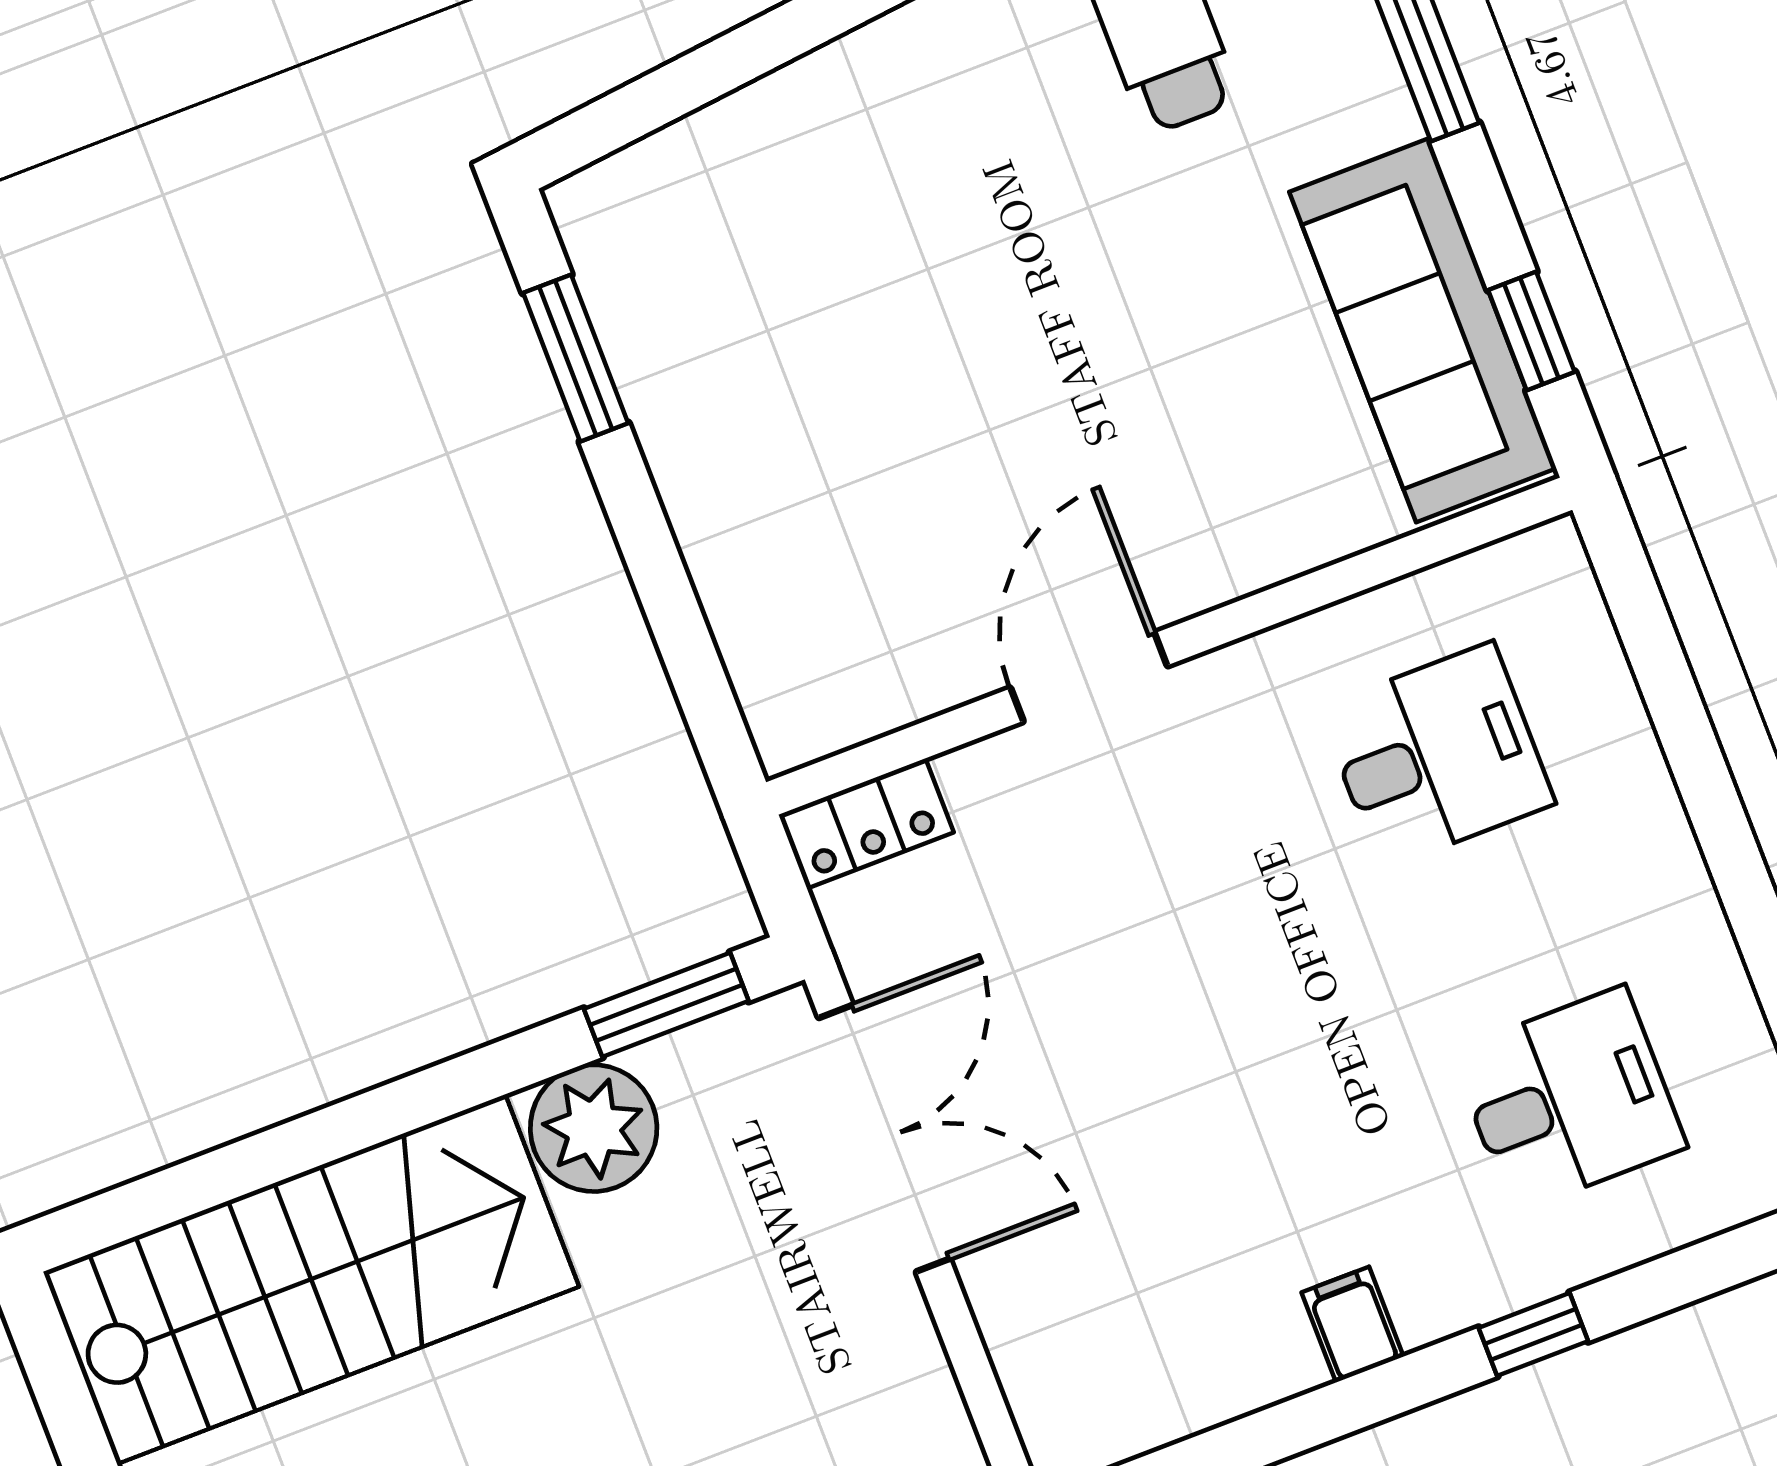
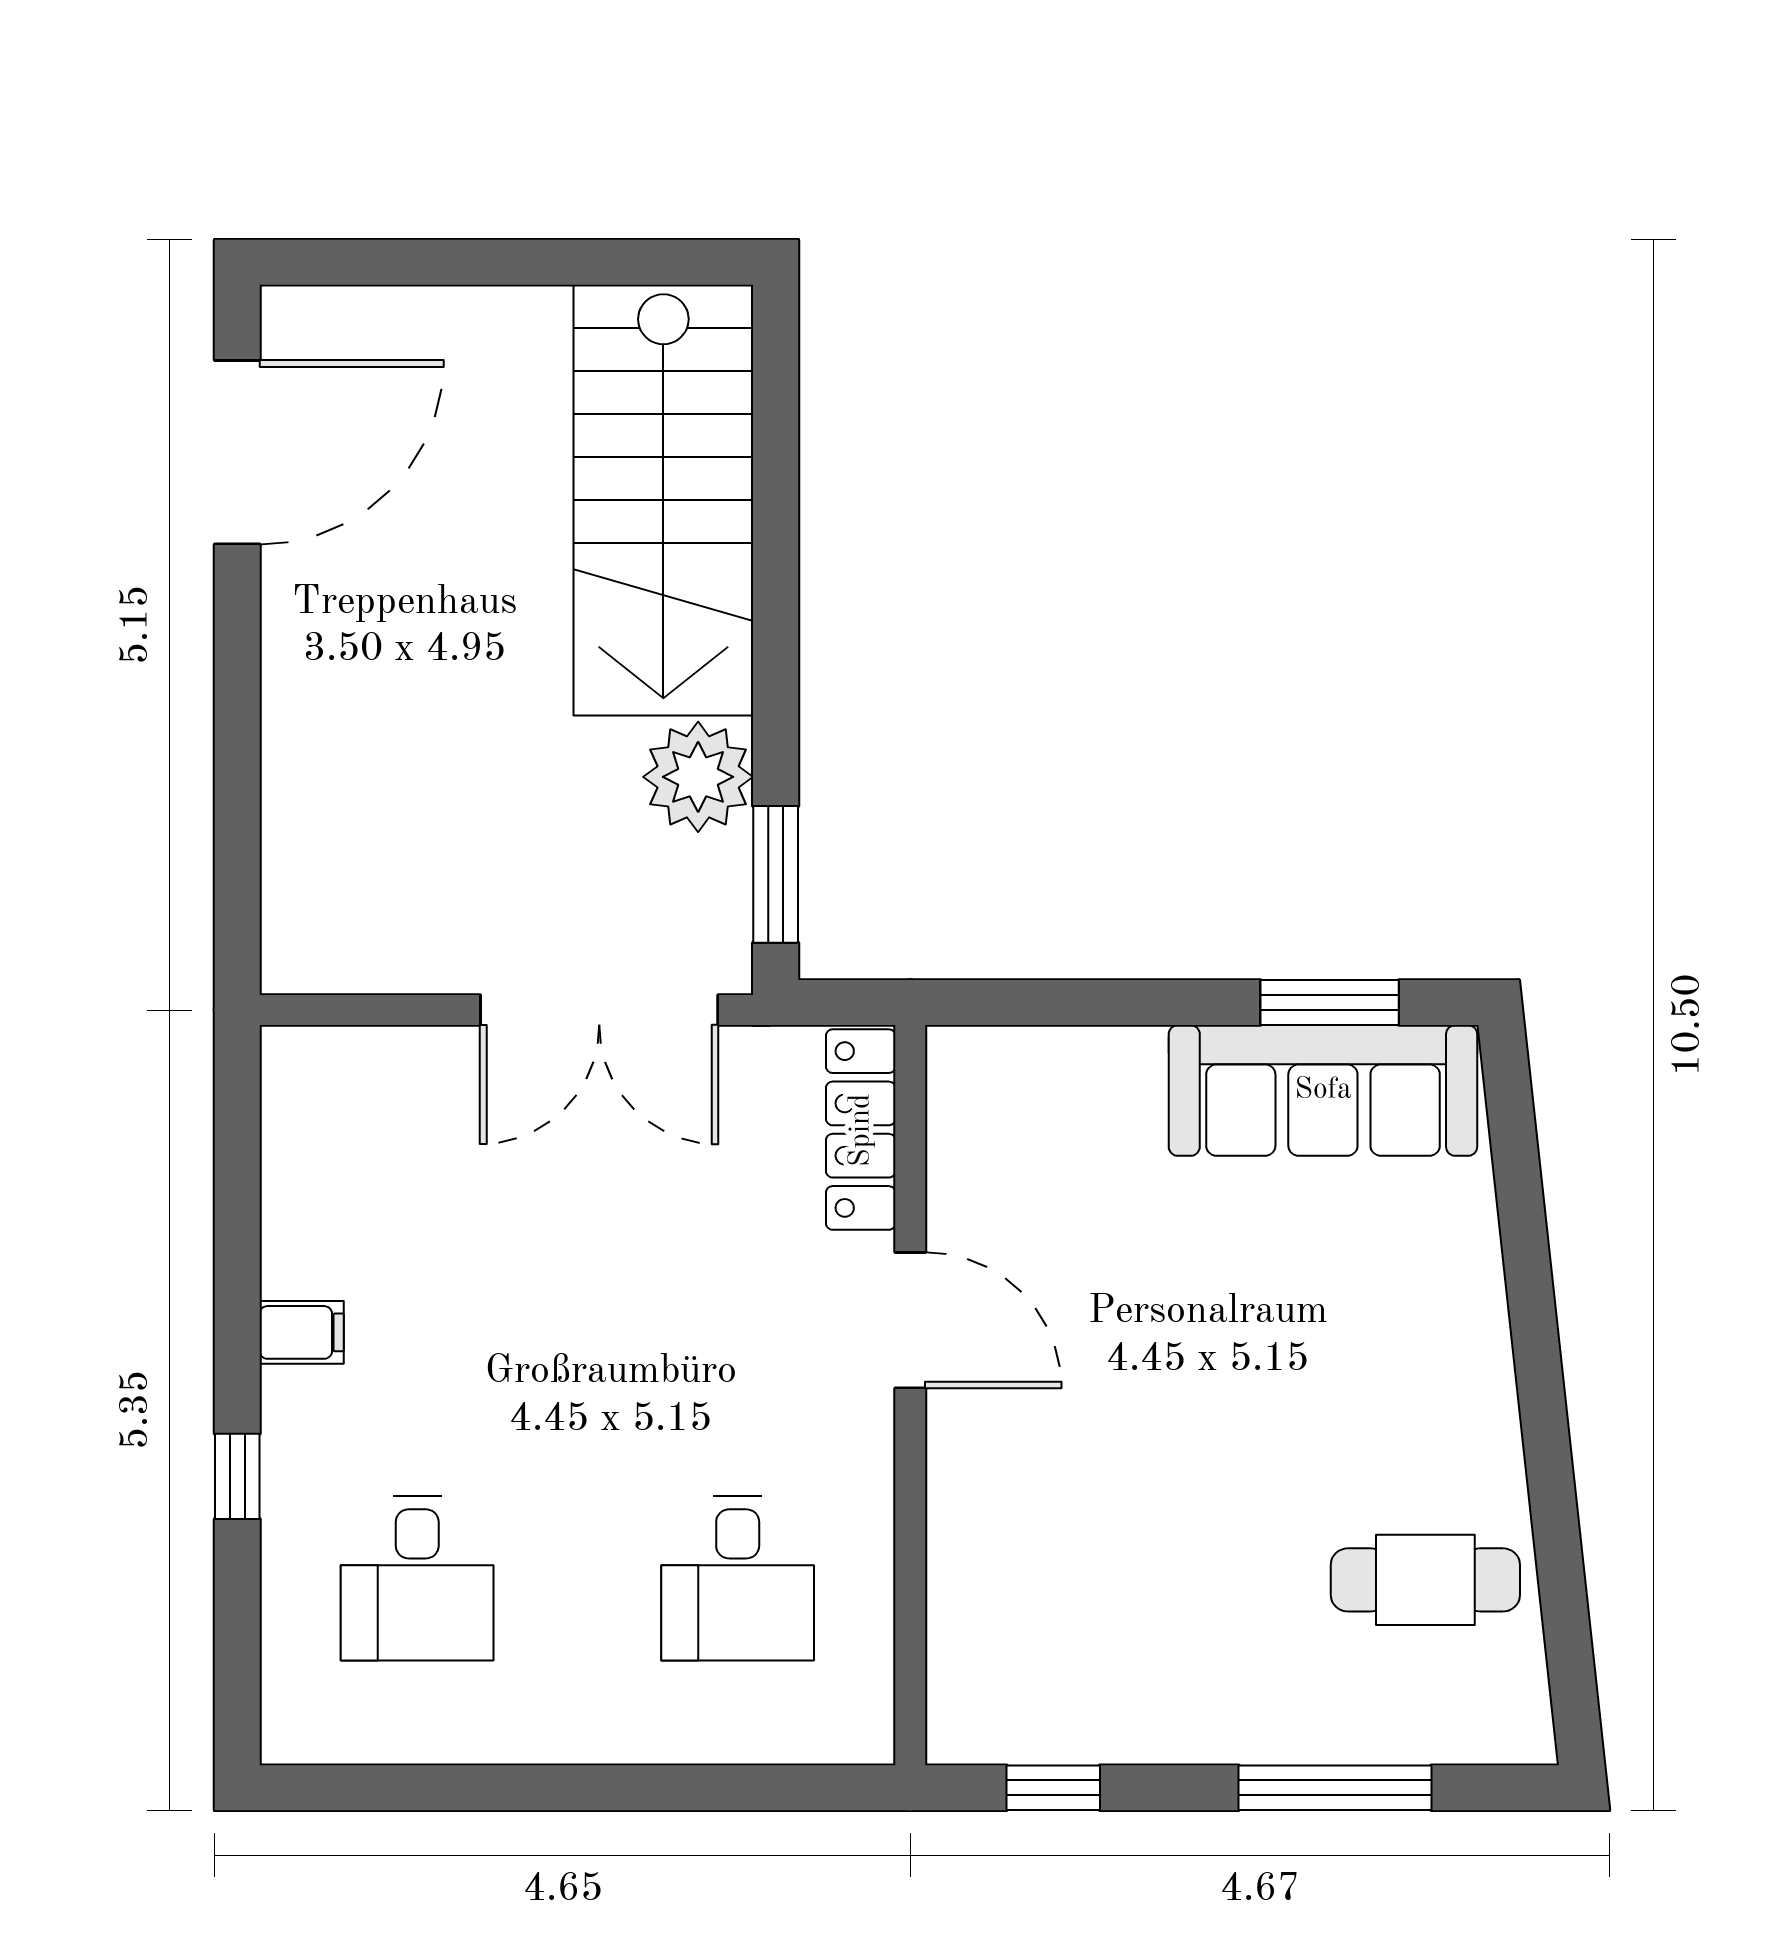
sofa: (1423, 330) -> (1323, 1090), moved, turned 180
locker: (866, 823) -> (861, 1130), width x1.53

